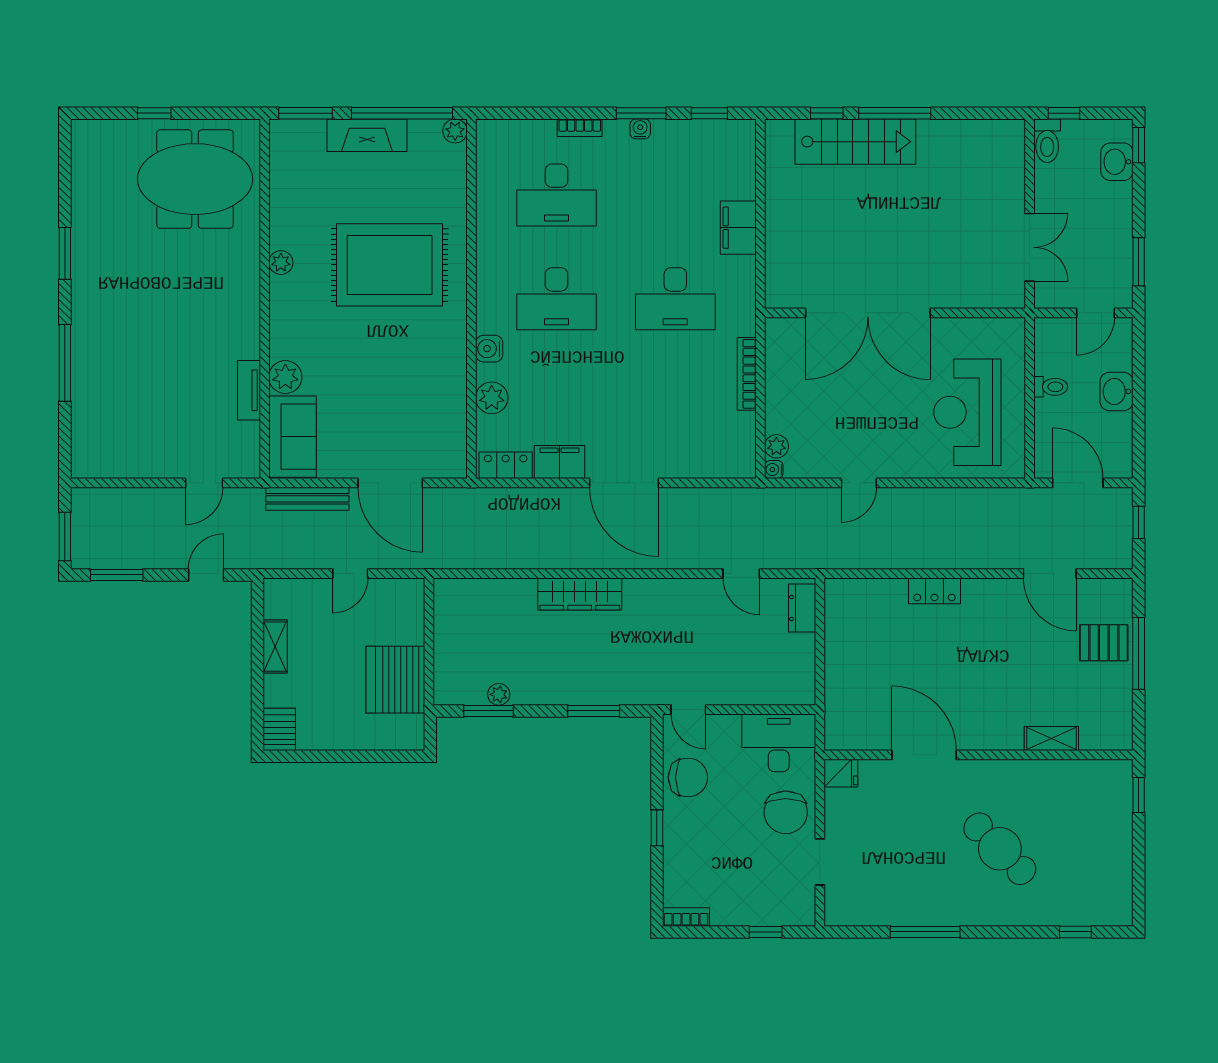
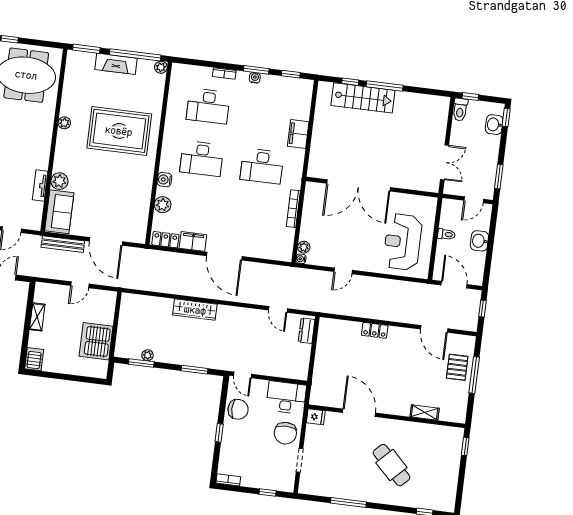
pallet: (1104, 643) -> (457, 367), turned 90

